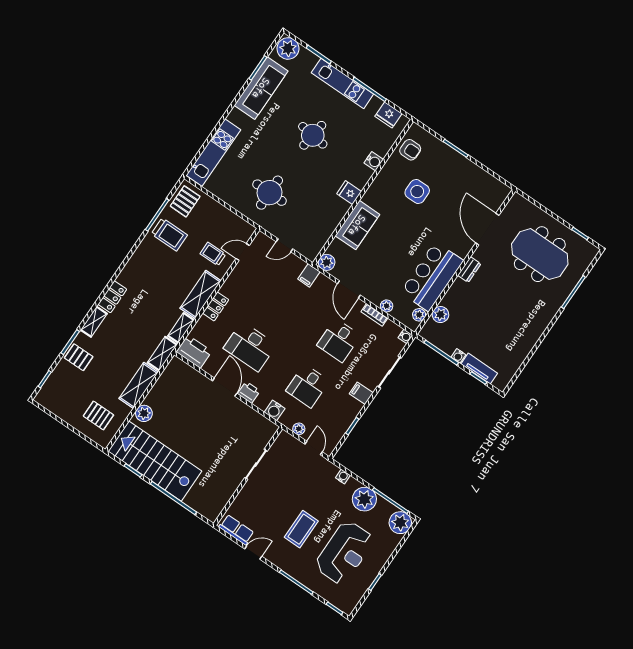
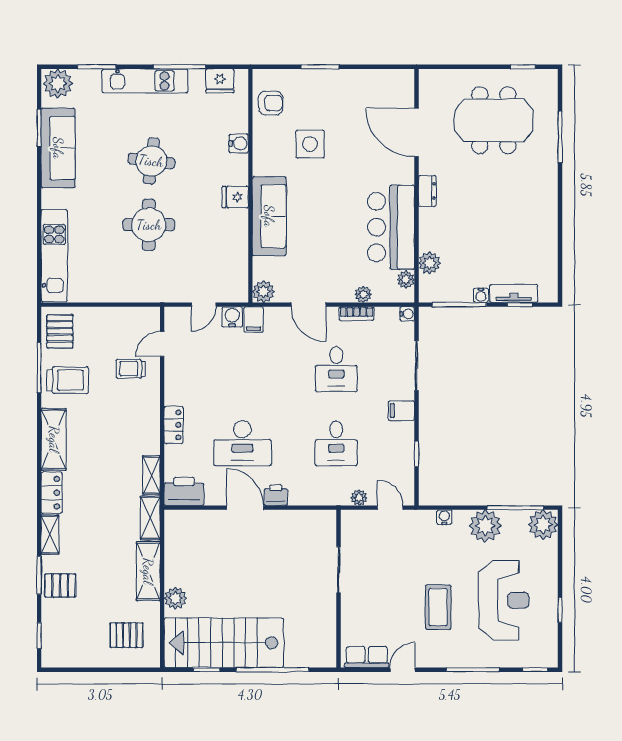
round table: (269, 193) -> (149, 225), moved
sofa: (357, 225) -> (269, 216), width x1.36
shelving: (200, 294) -> (54, 439), moved
water cooler: (275, 410) -> (232, 317), moved, turned 180

